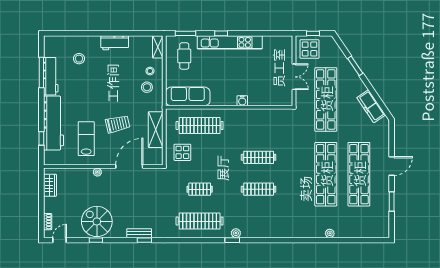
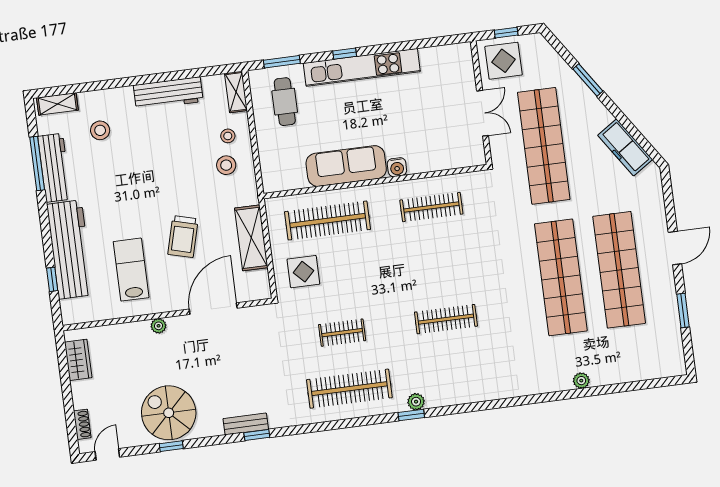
shelving: (57, 41) -> (57, 104), added
workbench: (115, 43) -> (168, 93), width x1.38
sofa: (188, 96) -> (346, 166), moved
trolley: (118, 124) -> (183, 237), turned 118
clothes rail: (259, 157) -> (431, 207), moved

